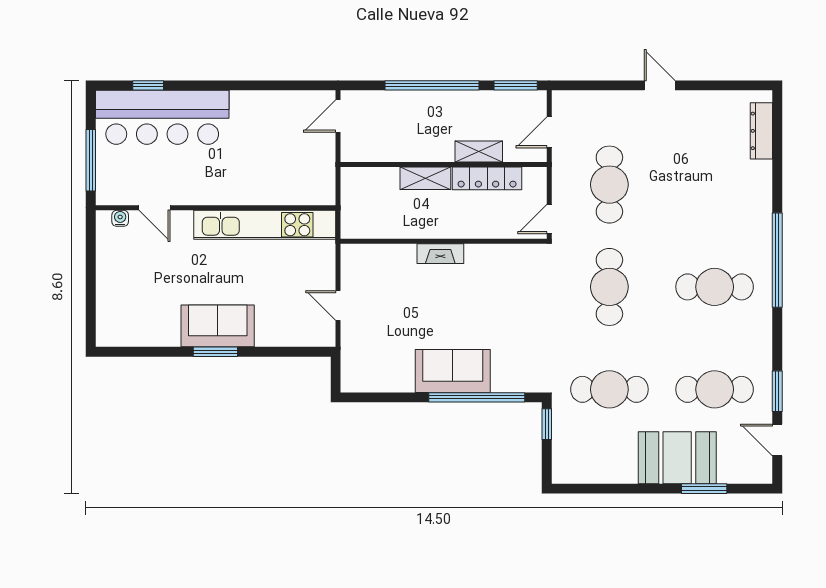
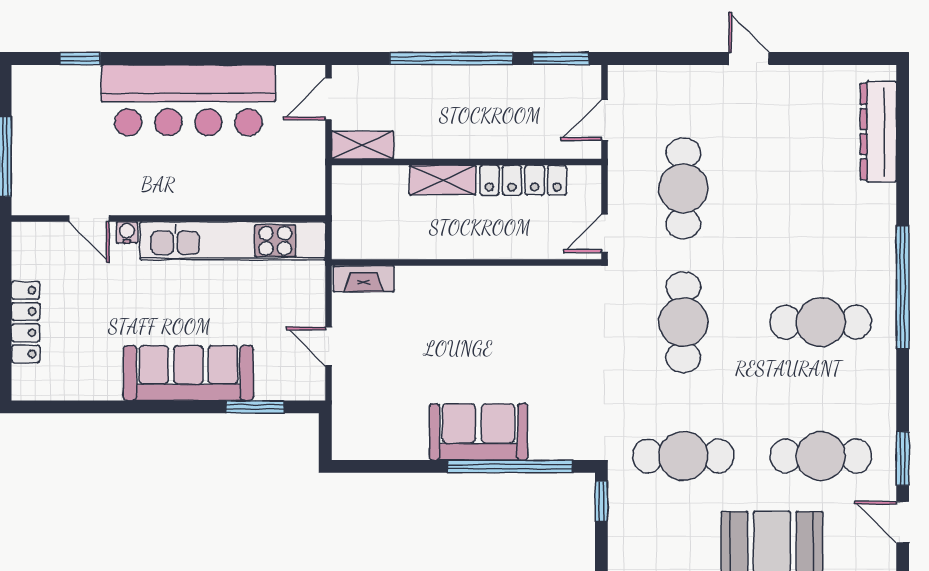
bar counter: (162, 117) -> (188, 100), moved
dresser: (761, 131) -> (878, 132), width x1.37, depth x1.24
shelving: (479, 151) -> (362, 145), moved
water cooler: (120, 218) -> (127, 232), moved
fireplace: (440, 254) -> (364, 279), moved
locker: (106, 287) -> (26, 322), added
sofa: (218, 326) -> (188, 373), width x1.36
window: (215, 352) -> (255, 407), moved

